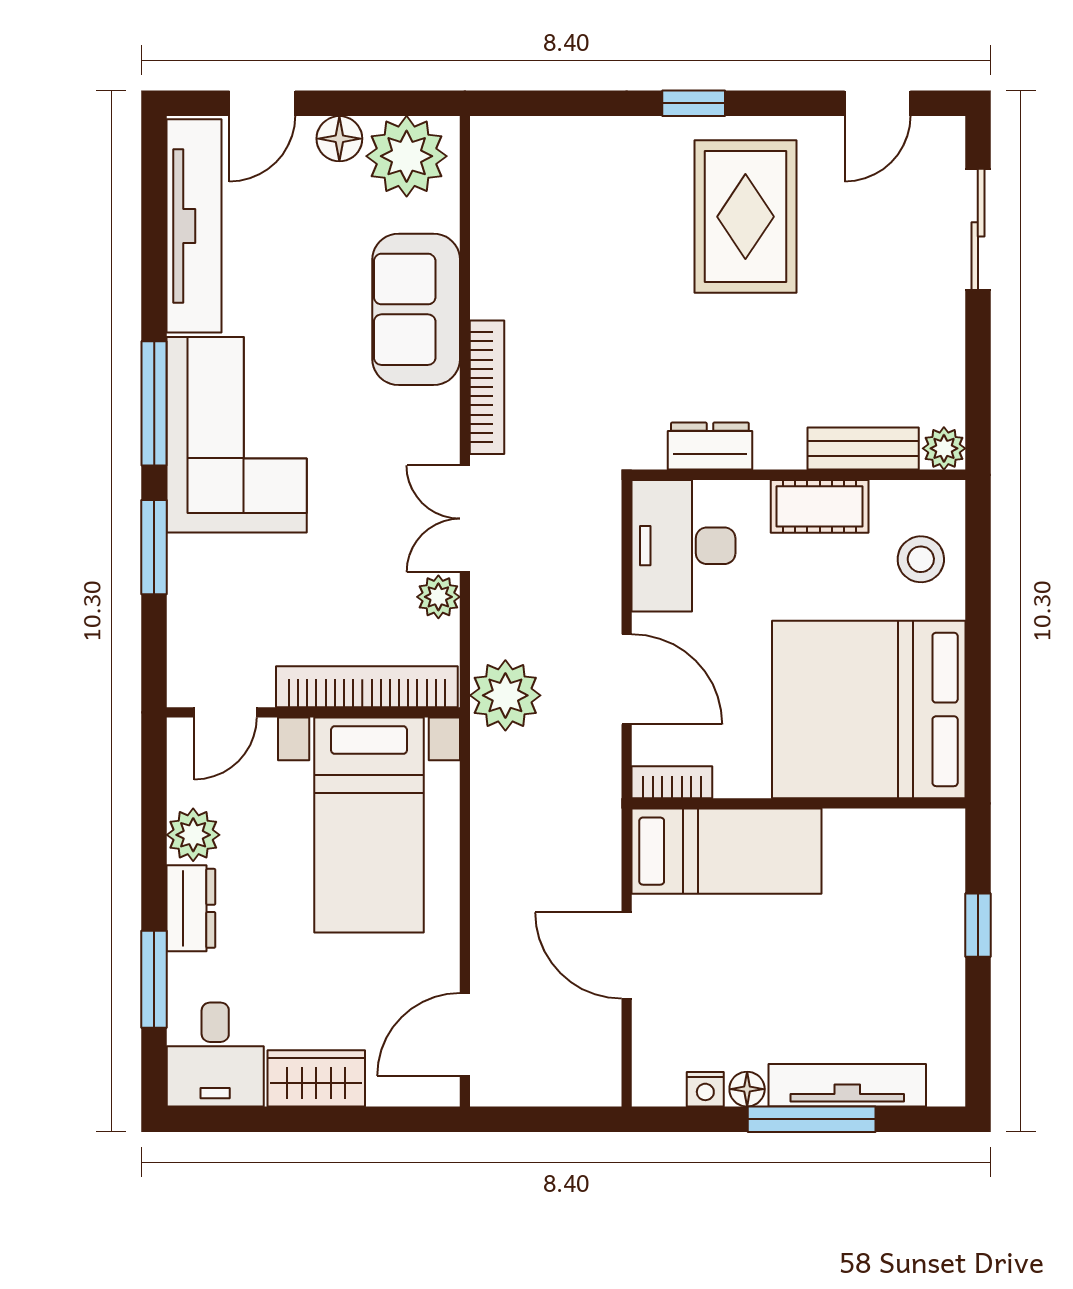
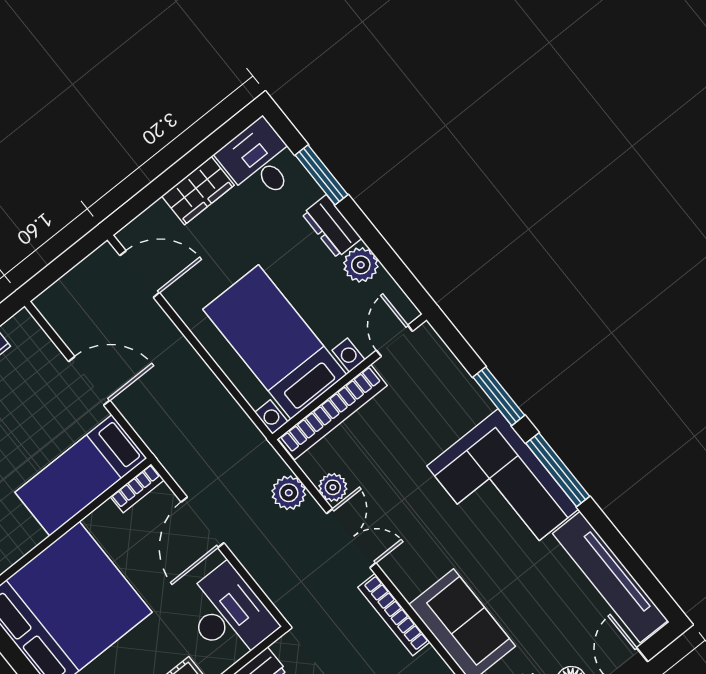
door: (627, 679) -> (203, 522), hinge flipped
plant: (505, 695) -> (289, 493), moved, width x0.73, depth x0.73
door: (465, 1034) -> (140, 274), hinge flipped

